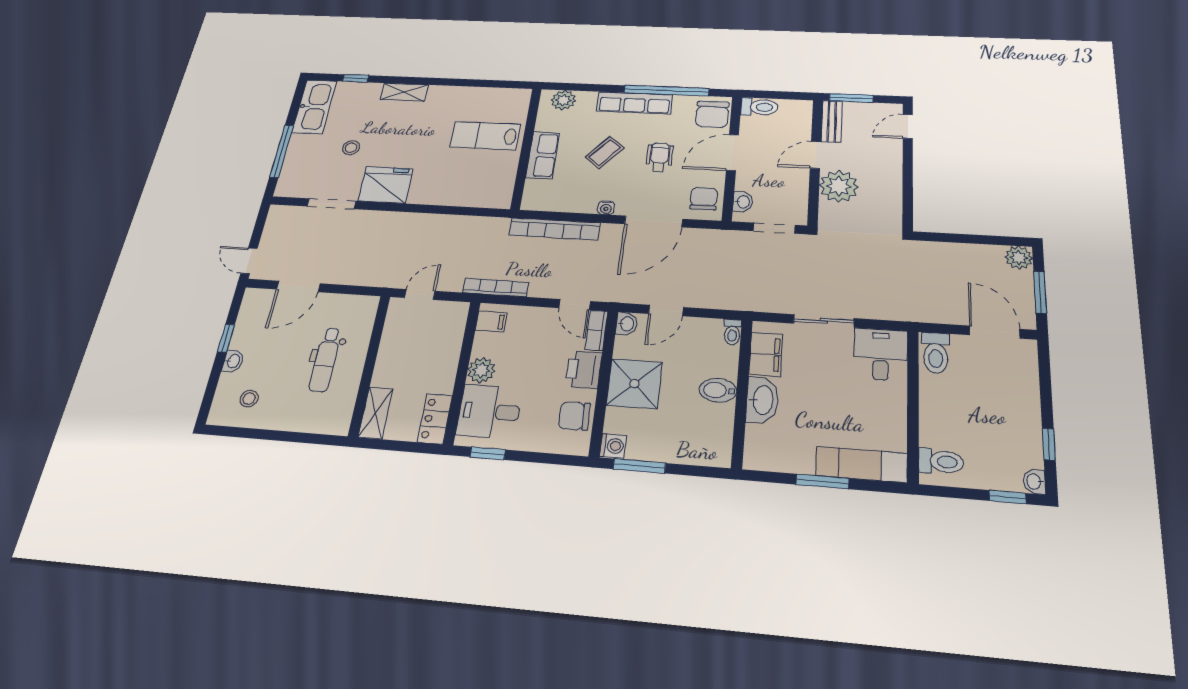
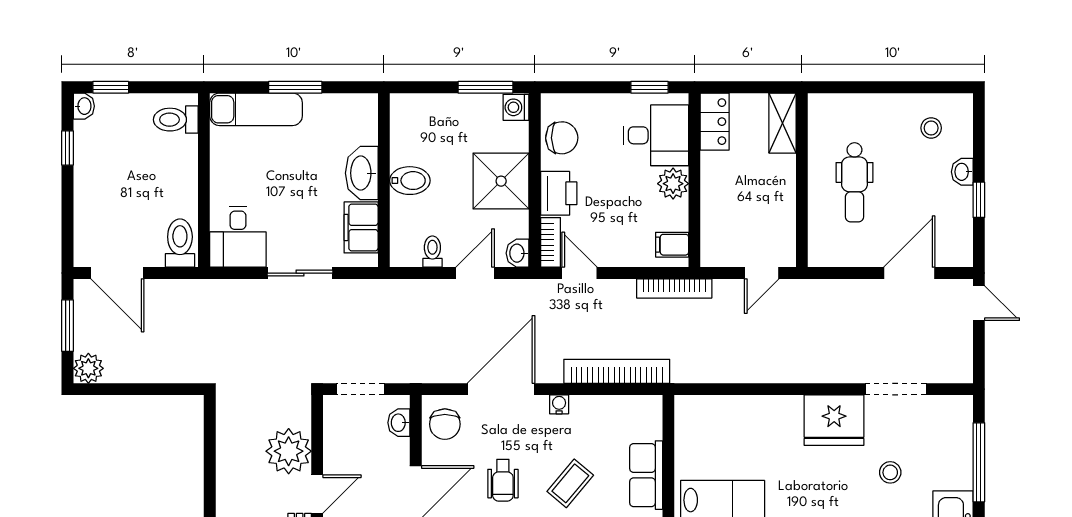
toilet: (732, 332) -> (432, 252), moved
dental chair: (325, 360) -> (854, 182), turned 180

